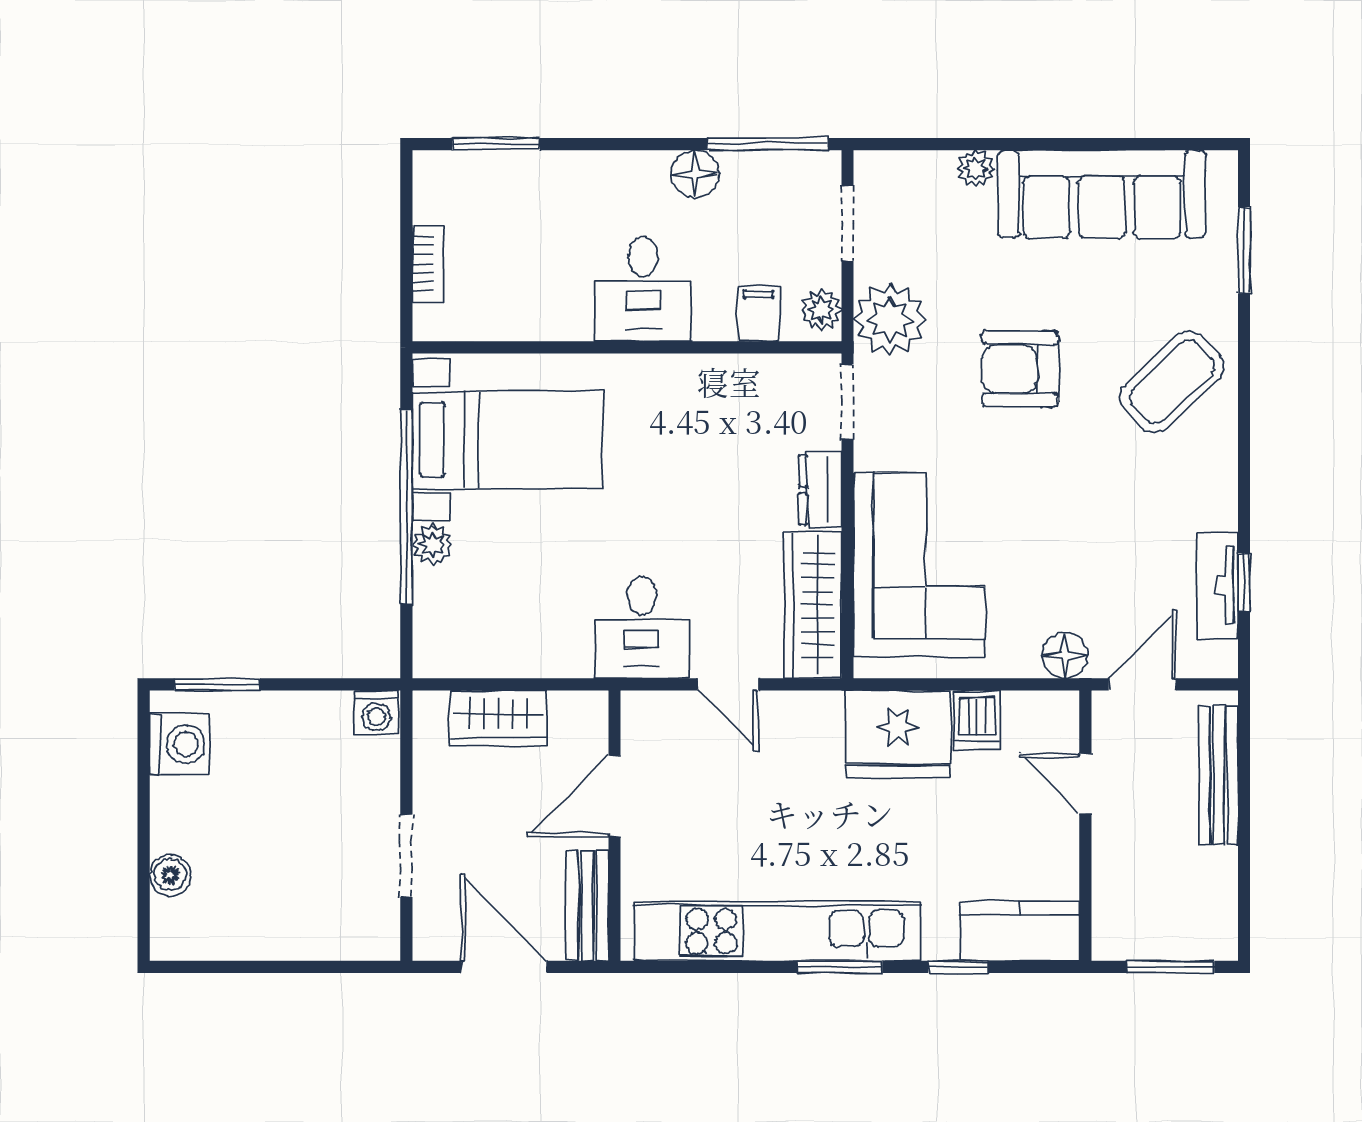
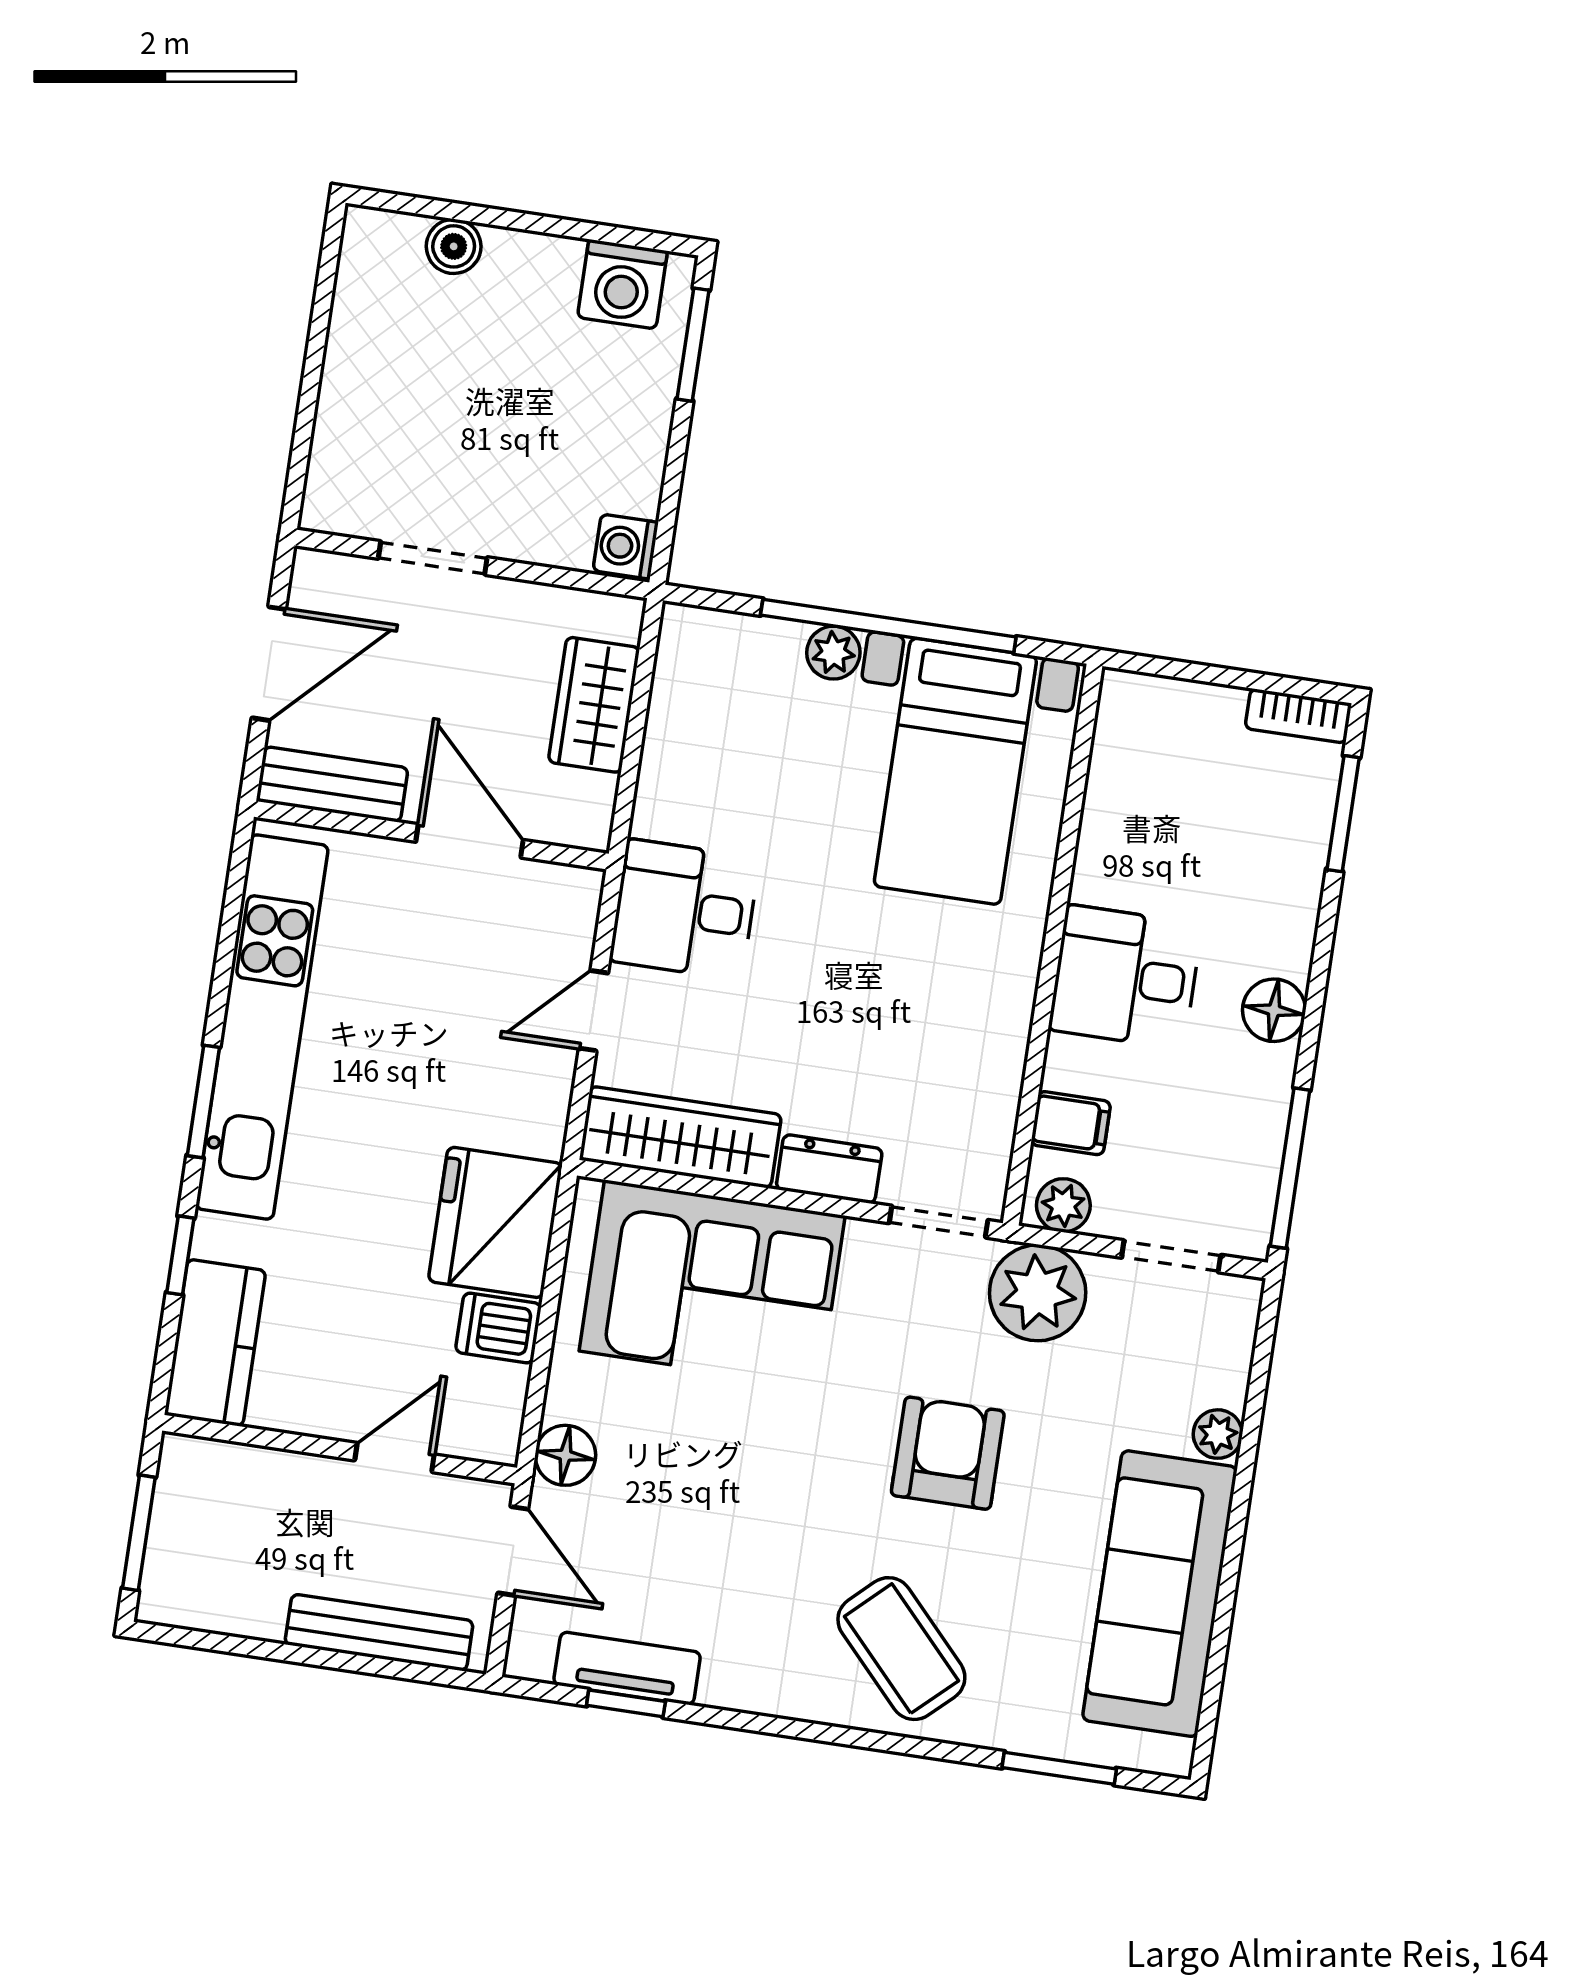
floor lamp: (695, 174) -> (1274, 1010), moved
bookcase: (428, 264) -> (1298, 716), moved

